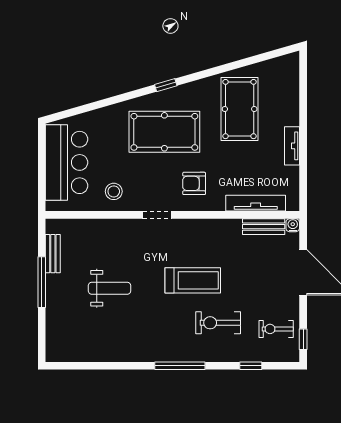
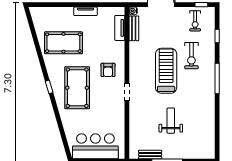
stool: (114, 191) -> (113, 118), removed
tv unit: (256, 203) -> (120, 28), width x0.71
treadmill: (193, 280) -> (166, 71), width x1.37, depth x1.38

